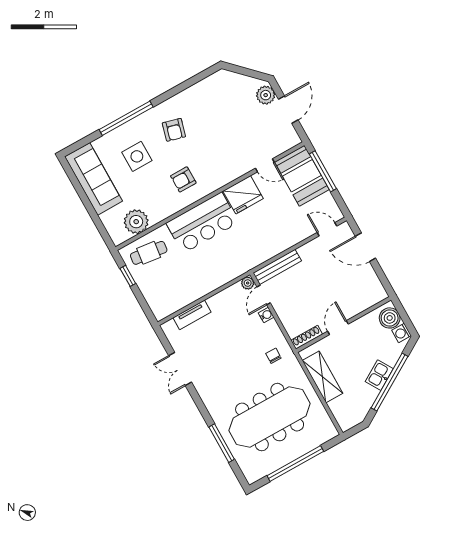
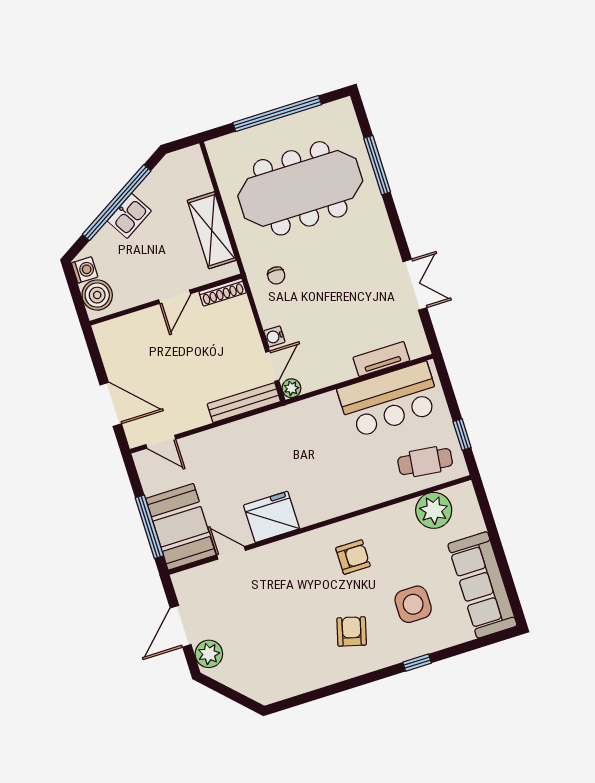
window: (126, 118) -> (417, 663), width x0.32
bar counter: (202, 223) -> (389, 400), moved, turned 180

